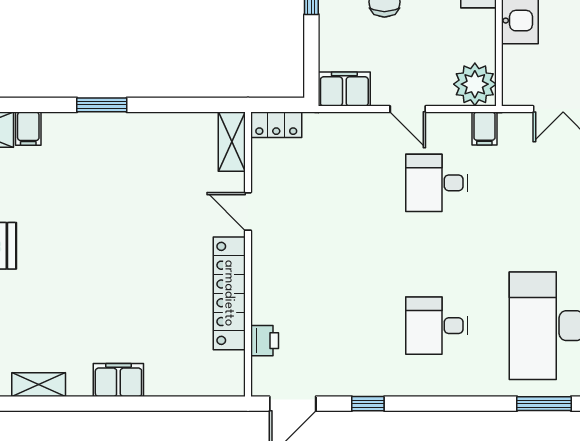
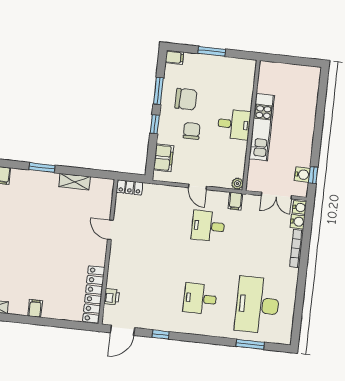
plant: (475, 84) -> (237, 184), width x0.53, depth x0.53
filing cabinet: (344, 89) -> (164, 158), moved, turned 90
shelving: (232, 142) -> (75, 182), moved, turned 90
locker: (229, 293) -> (94, 294), moved
filing cabinet: (118, 380) -> (35, 308), width x0.50

